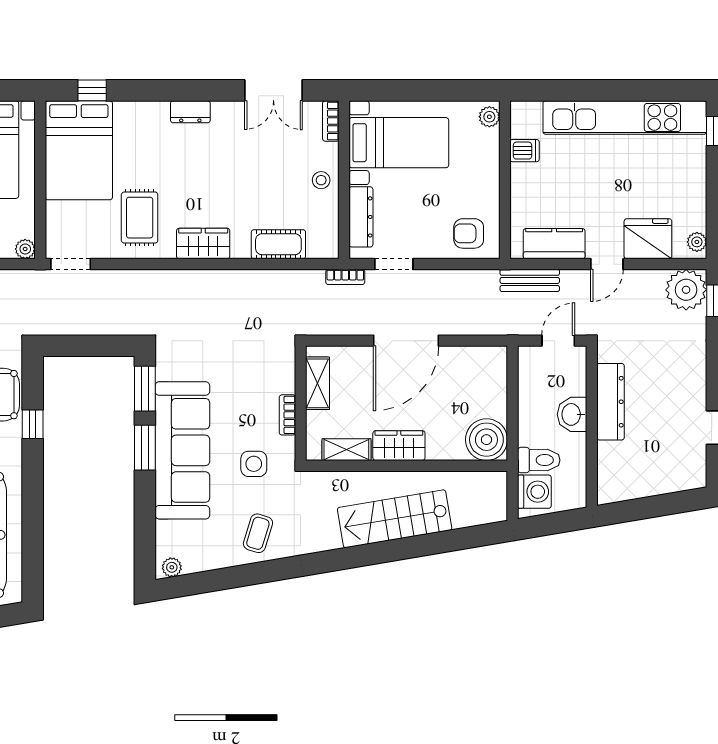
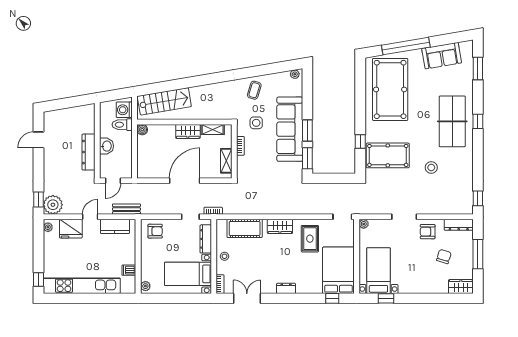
cot: (278, 244) -> (245, 228), width x1.37, depth x1.34
boiler: (486, 440) -> (142, 130), width x0.54, depth x0.54
stairs: (395, 519) -> (164, 101), moved

